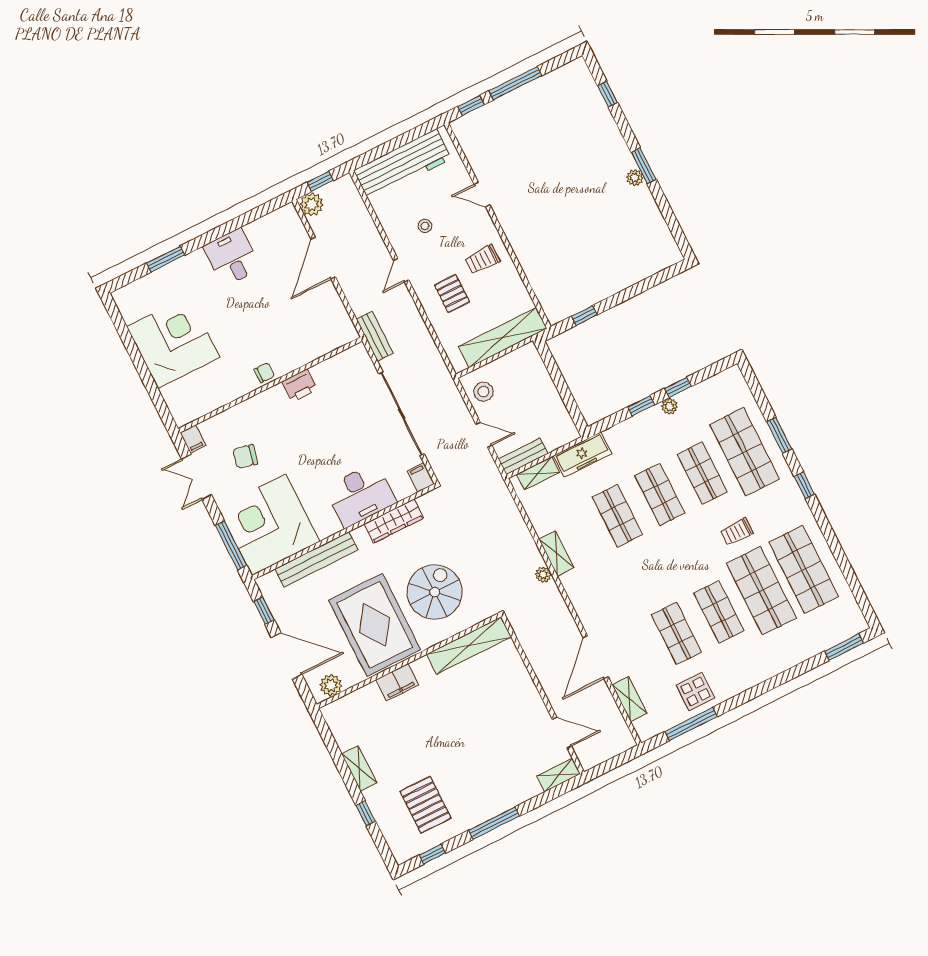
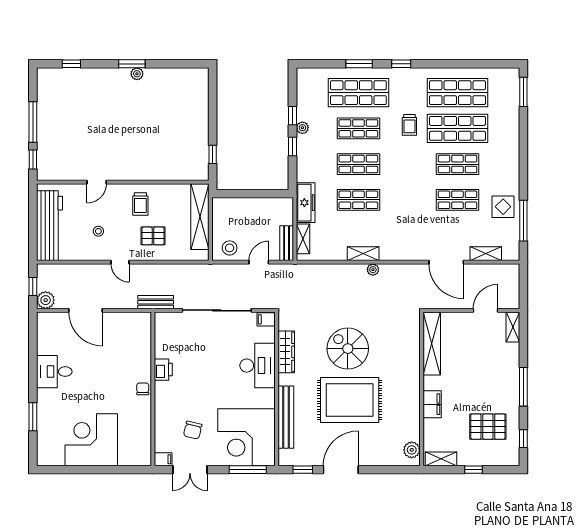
shelving: (469, 646) -> (432, 344), moved
wall: (409, 661) -> (422, 389), moved
filing cabinet: (397, 682) -> (432, 404), moved
plant: (331, 685) -> (412, 450), moved

